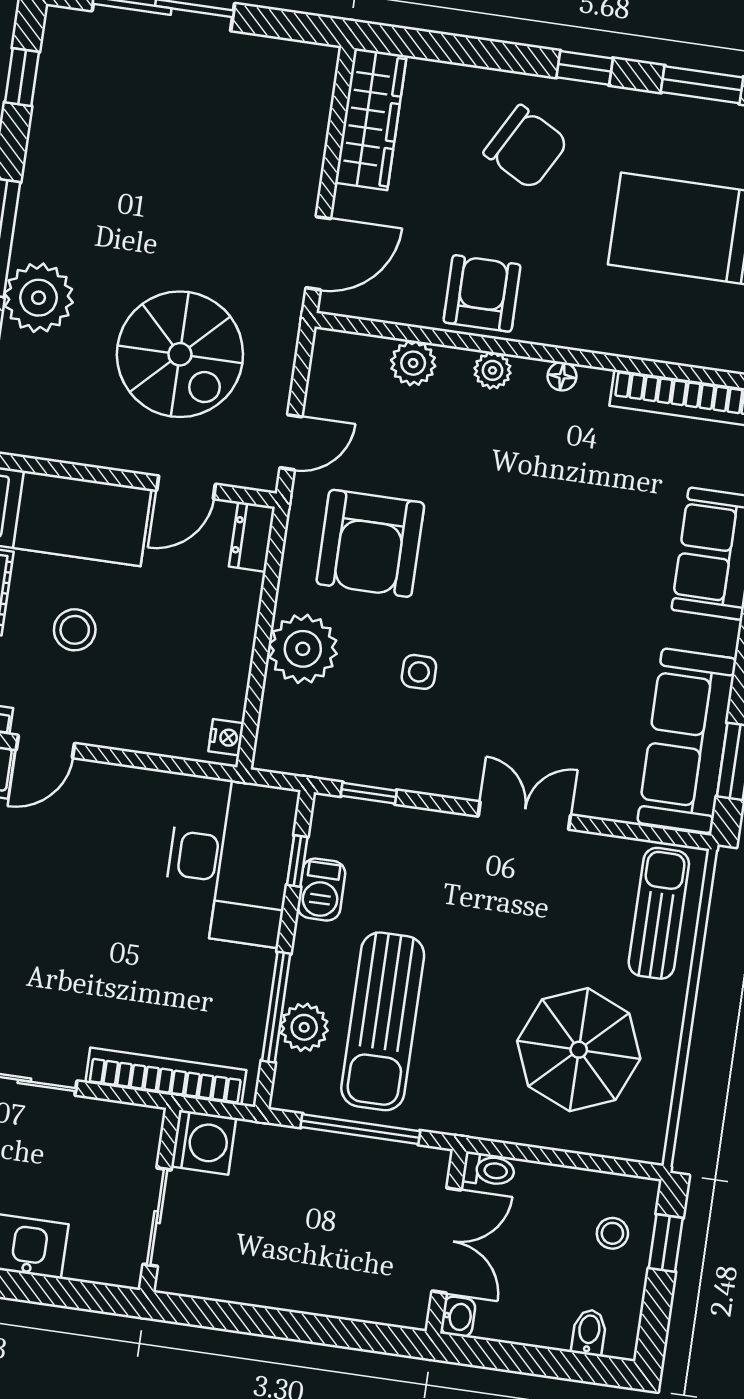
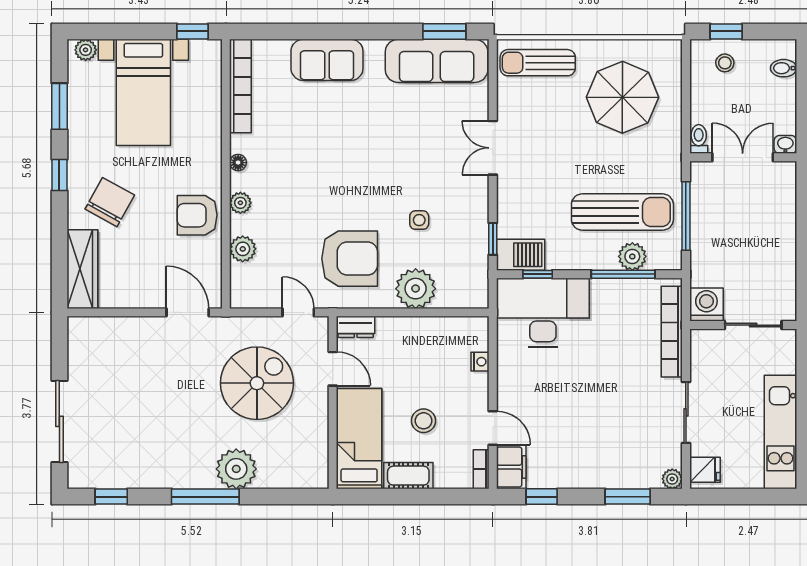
wardrobe: (371, 119) -> (82, 269), moved, turned 90
nightstand: (226, 737) -> (480, 362), moved, turned 90
barbecue: (321, 890) -> (521, 255), moved, width x1.38, depth x1.27

